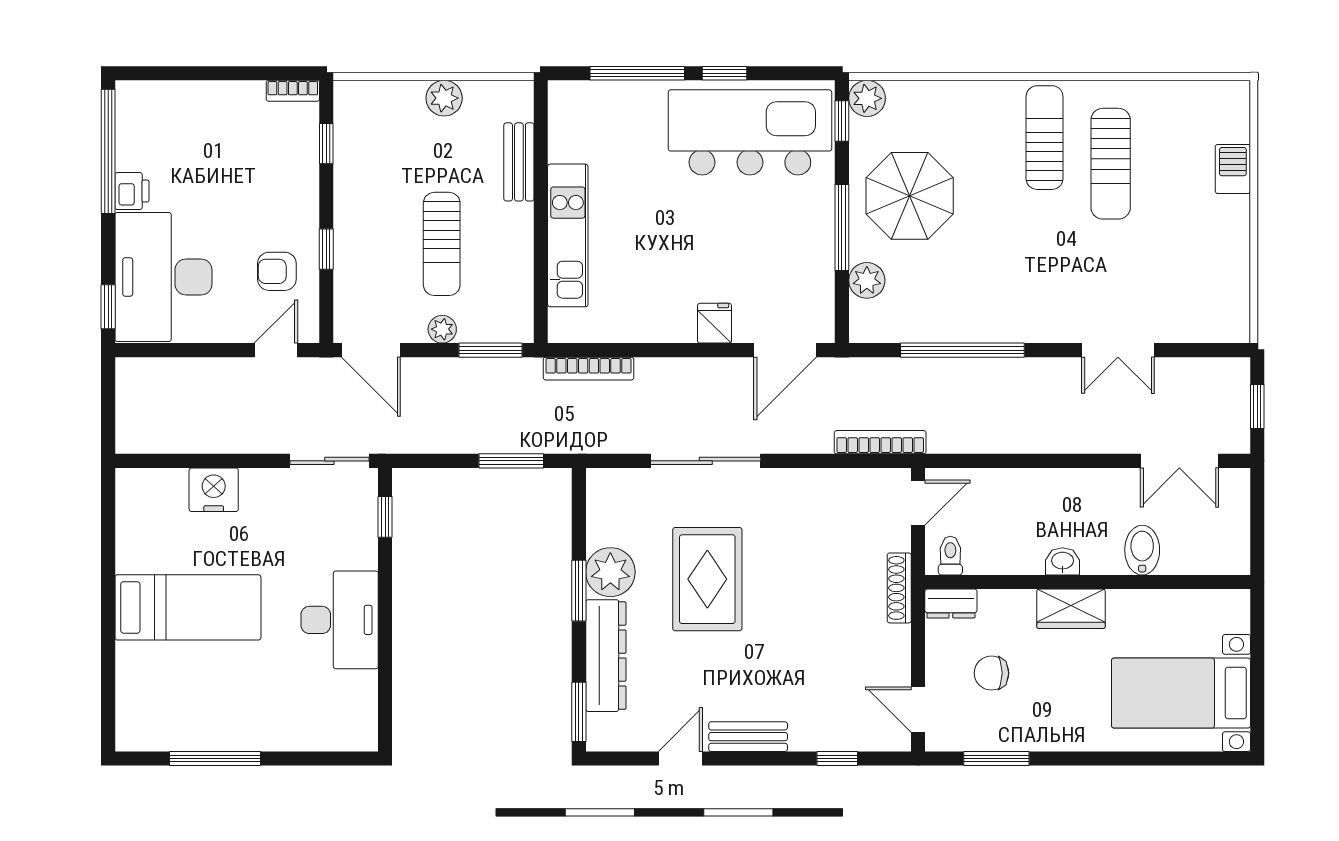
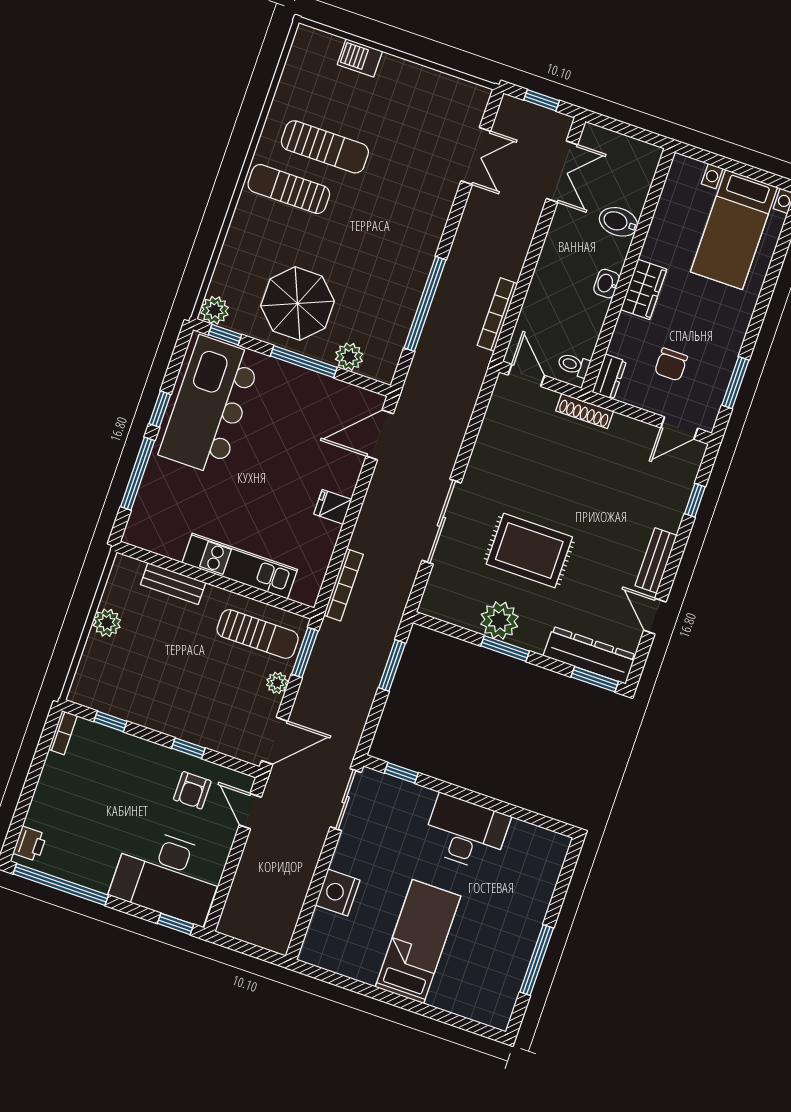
printer: (132, 191) -> (30, 844), moved, turned 90
sun lounger: (442, 244) -> (258, 634), moved
fridge: (715, 323) -> (333, 507), moved
door: (785, 350) -> (380, 435), swing flipped
double door: (1118, 350) -> (476, 156), moved
bookcase: (880, 442) -> (497, 315), moved
dresser: (606, 656) -> (589, 655), moved

